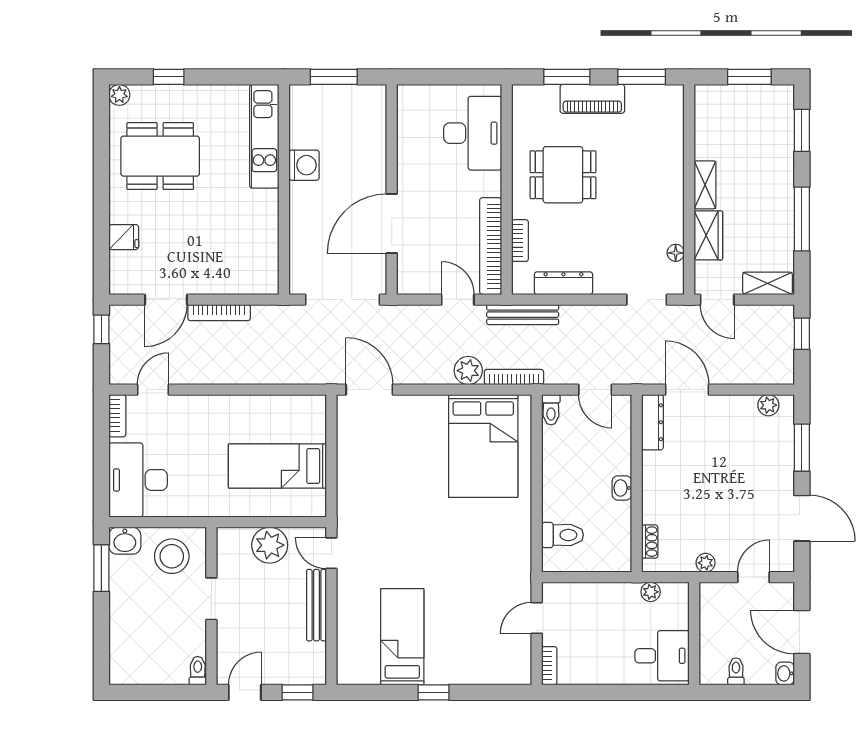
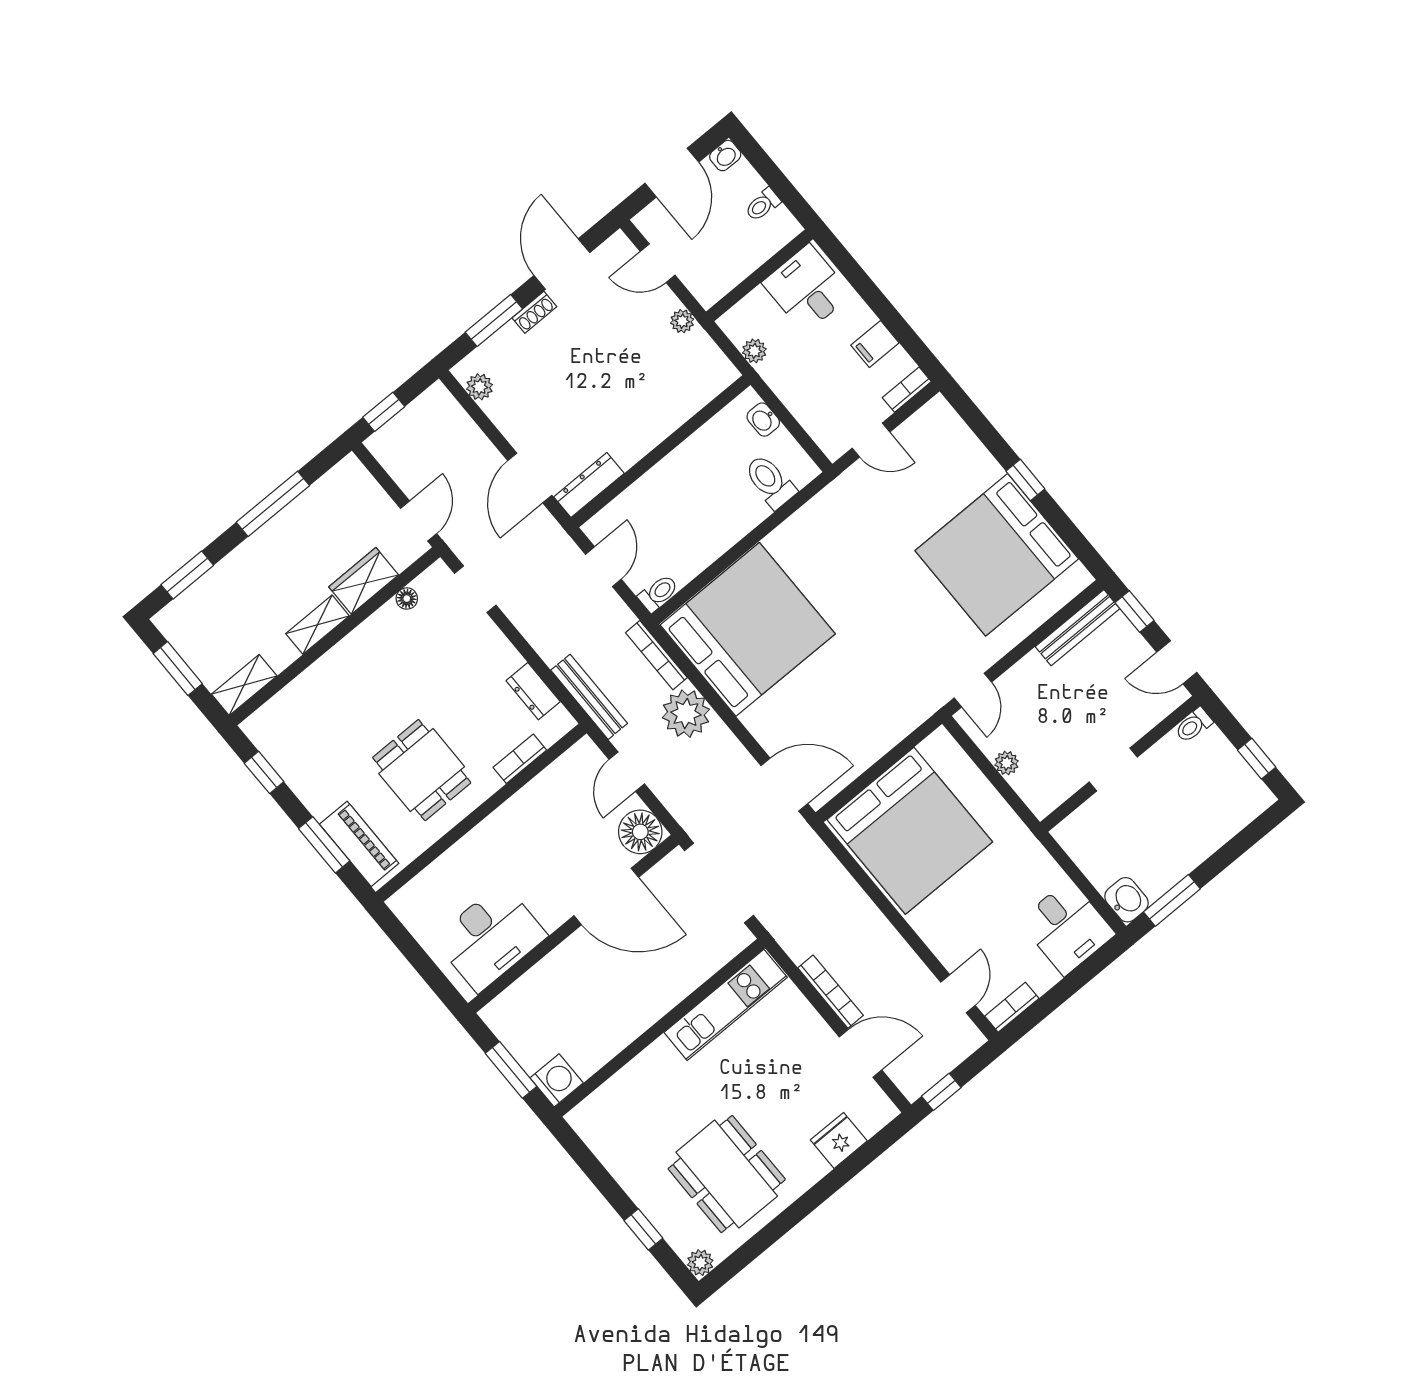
window: (642, 77) -> (264, 772), width x0.67
piano: (592, 99) -> (359, 844), moved
desk: (473, 133) -> (490, 937), moved, turned 180
kitchen unit: (264, 136) -> (726, 1005), moved
washing machine: (304, 165) -> (557, 1080), moved, turned 90
fridge: (124, 237) -> (839, 1140), width x1.38
bookcase: (491, 246) -> (549, 783), removed
floor lamp: (414, 277) -> (640, 832), added
dresser: (563, 283) -> (533, 691), width x0.70
shelving: (768, 283) -> (244, 685), moved, turned 90
plant: (468, 371) -> (686, 714), width x1.36, depth x1.36
door: (153, 390) -> (958, 994), swing flipped
door: (369, 390) -> (784, 785), swing flipped
bed: (483, 446) -> (748, 629), width x1.36
bed: (277, 466) -> (910, 831), width x2.04
desk: (138, 480) -> (1067, 928), width x0.73
washbasin: (622, 488) -> (763, 420), moved, turned 90
shoe rack: (650, 542) -> (534, 312), moved, turned 180
plant: (270, 545) -> (1007, 763), width x0.53, depth x0.53
stool: (172, 556) -> (1104, 842), removed
bench: (316, 605) -> (1078, 628), moved
bed: (402, 637) -> (997, 555), width x2.04
filing cabinet: (593, 669) -> (875, 344), added
window: (145, 692) -> (1257, 759), added

